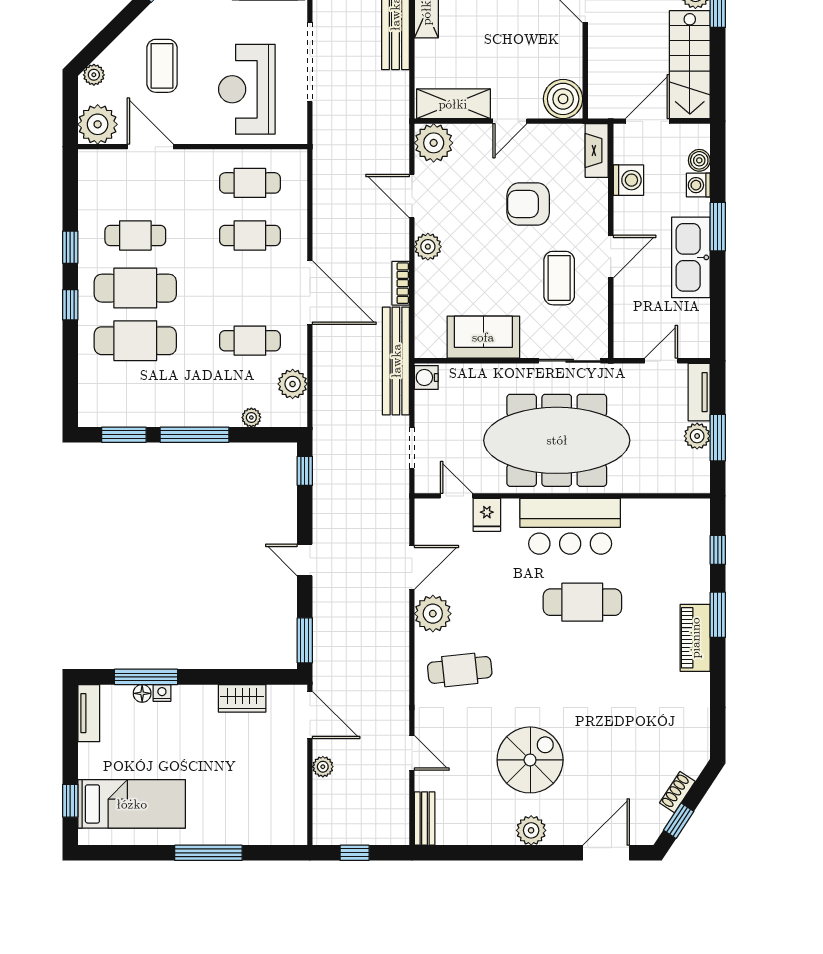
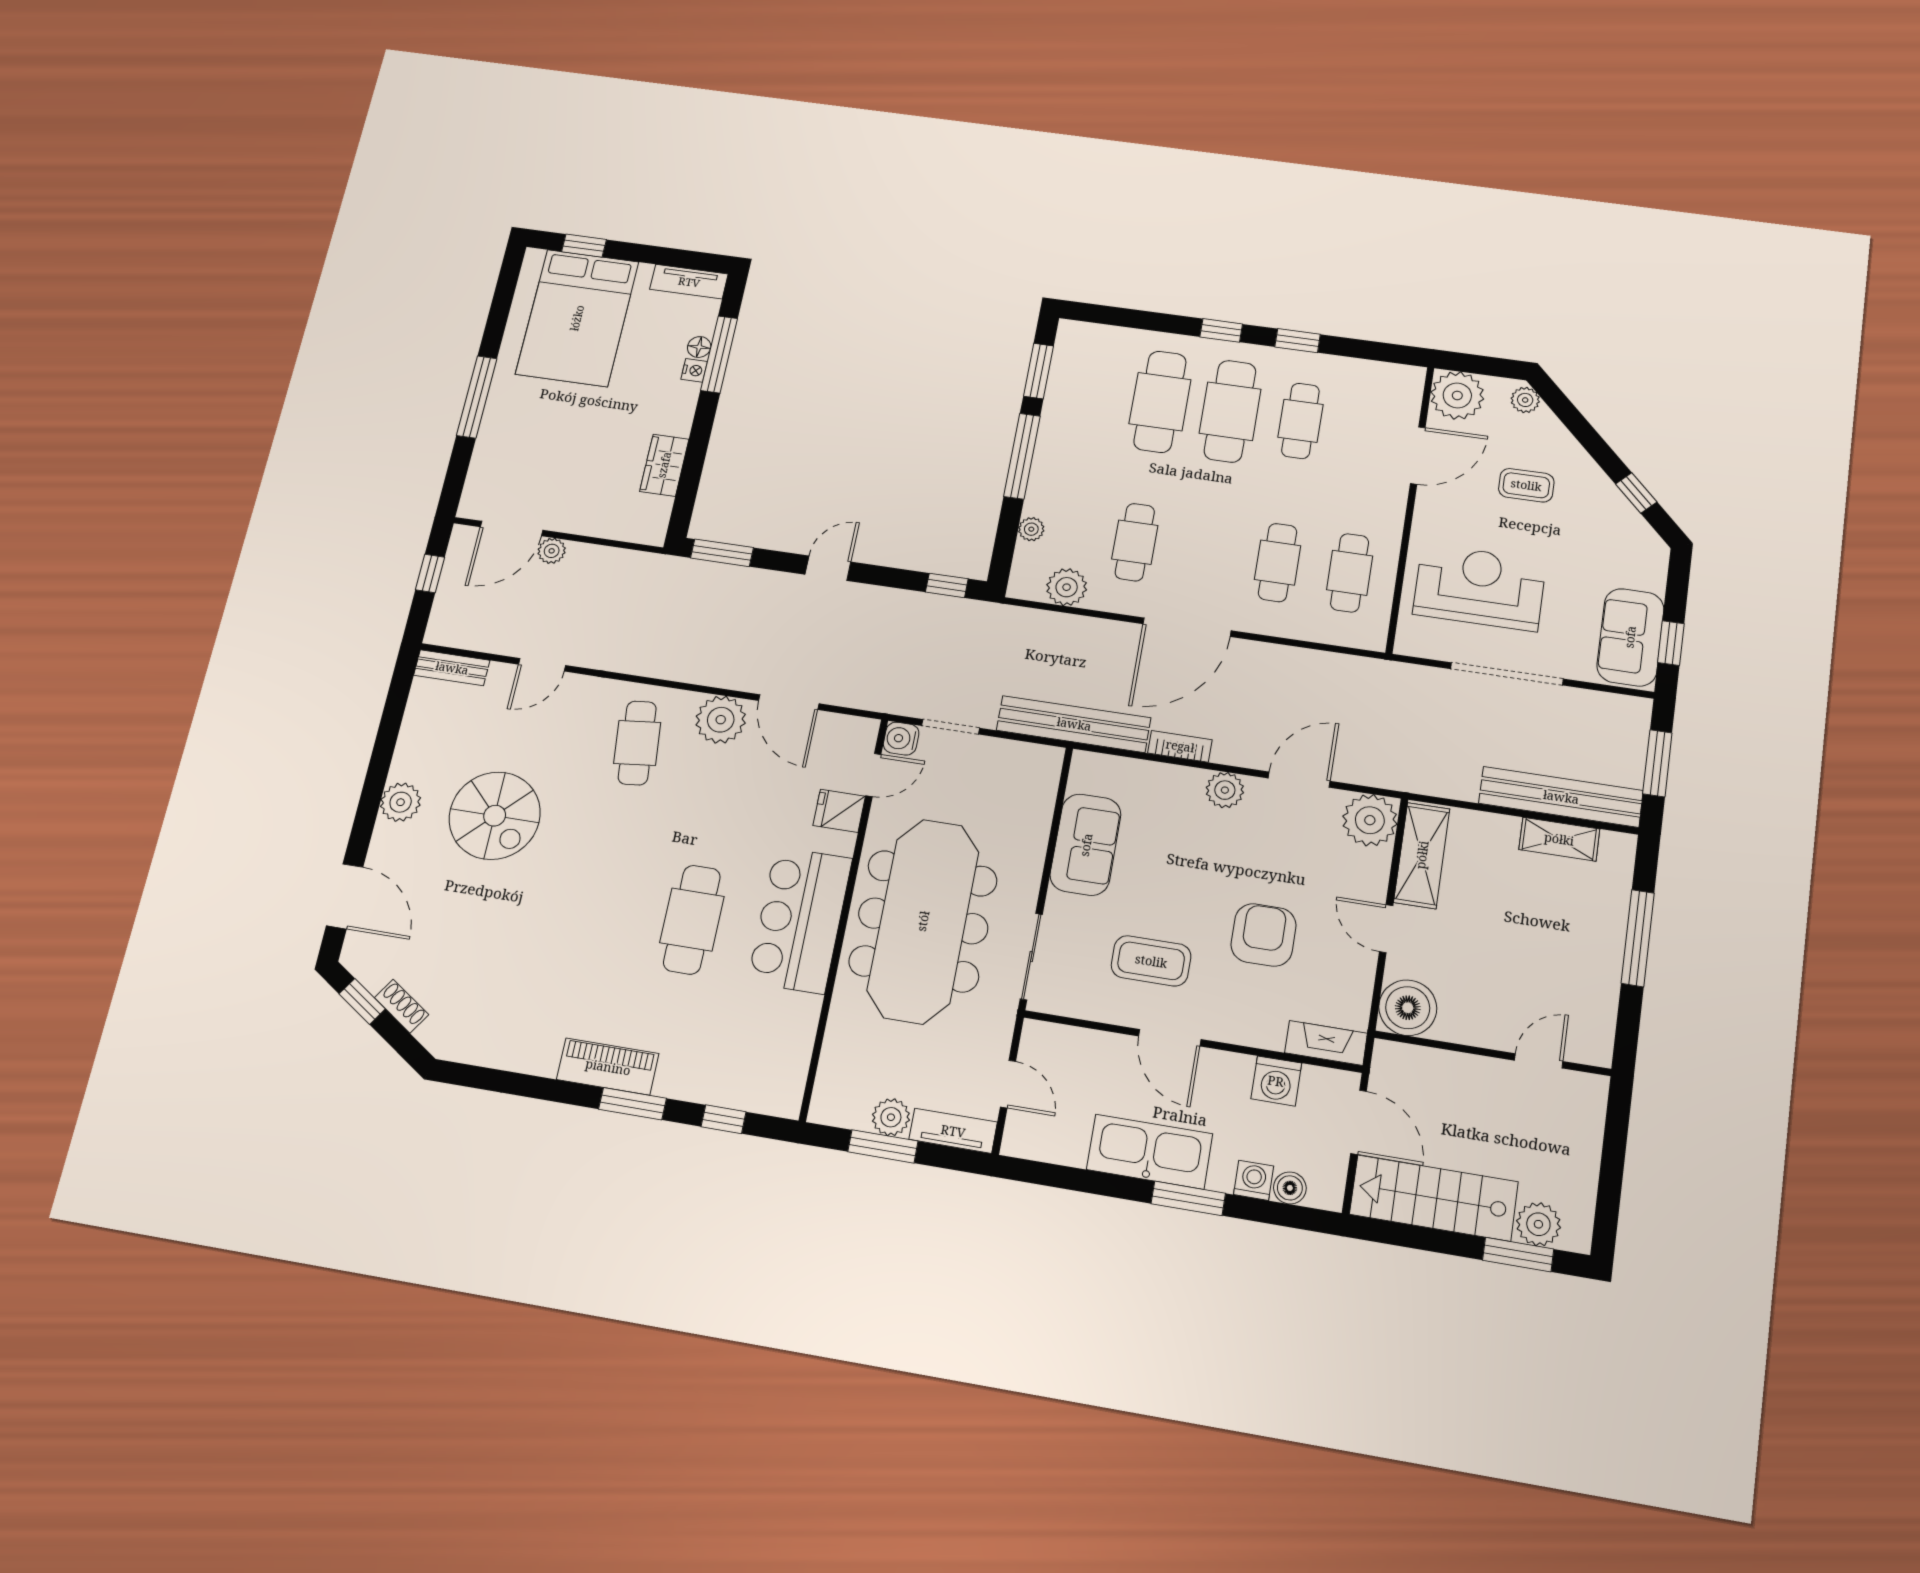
coffee table: (162, 66) -> (1526, 485), width x0.73, depth x0.77
water cooler: (426, 377) -> (901, 739), moved, turned -90
door: (310, 715) -> (512, 529), moved
bed: (132, 804) -> (577, 318), width x1.50

